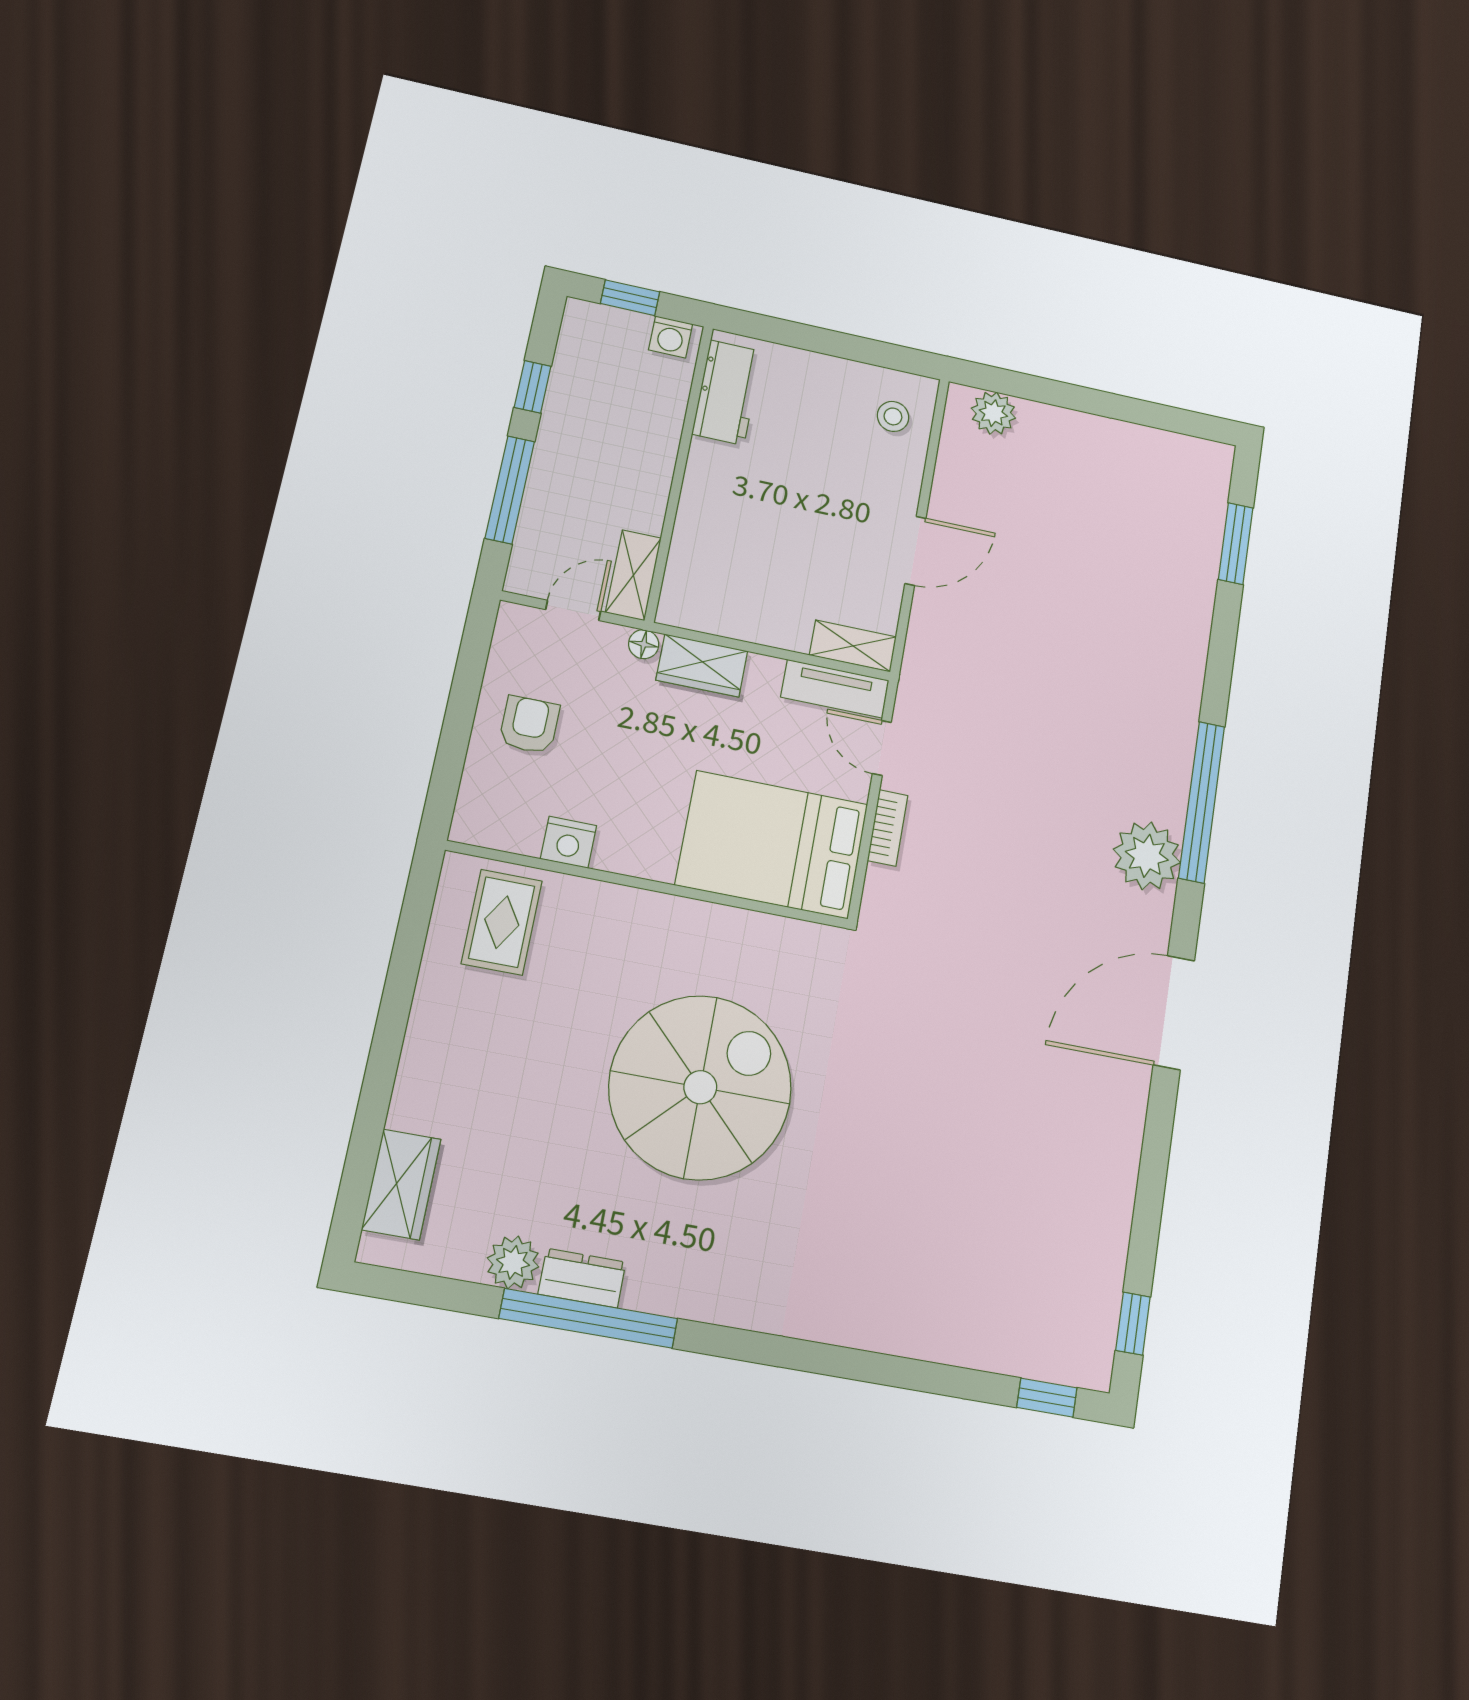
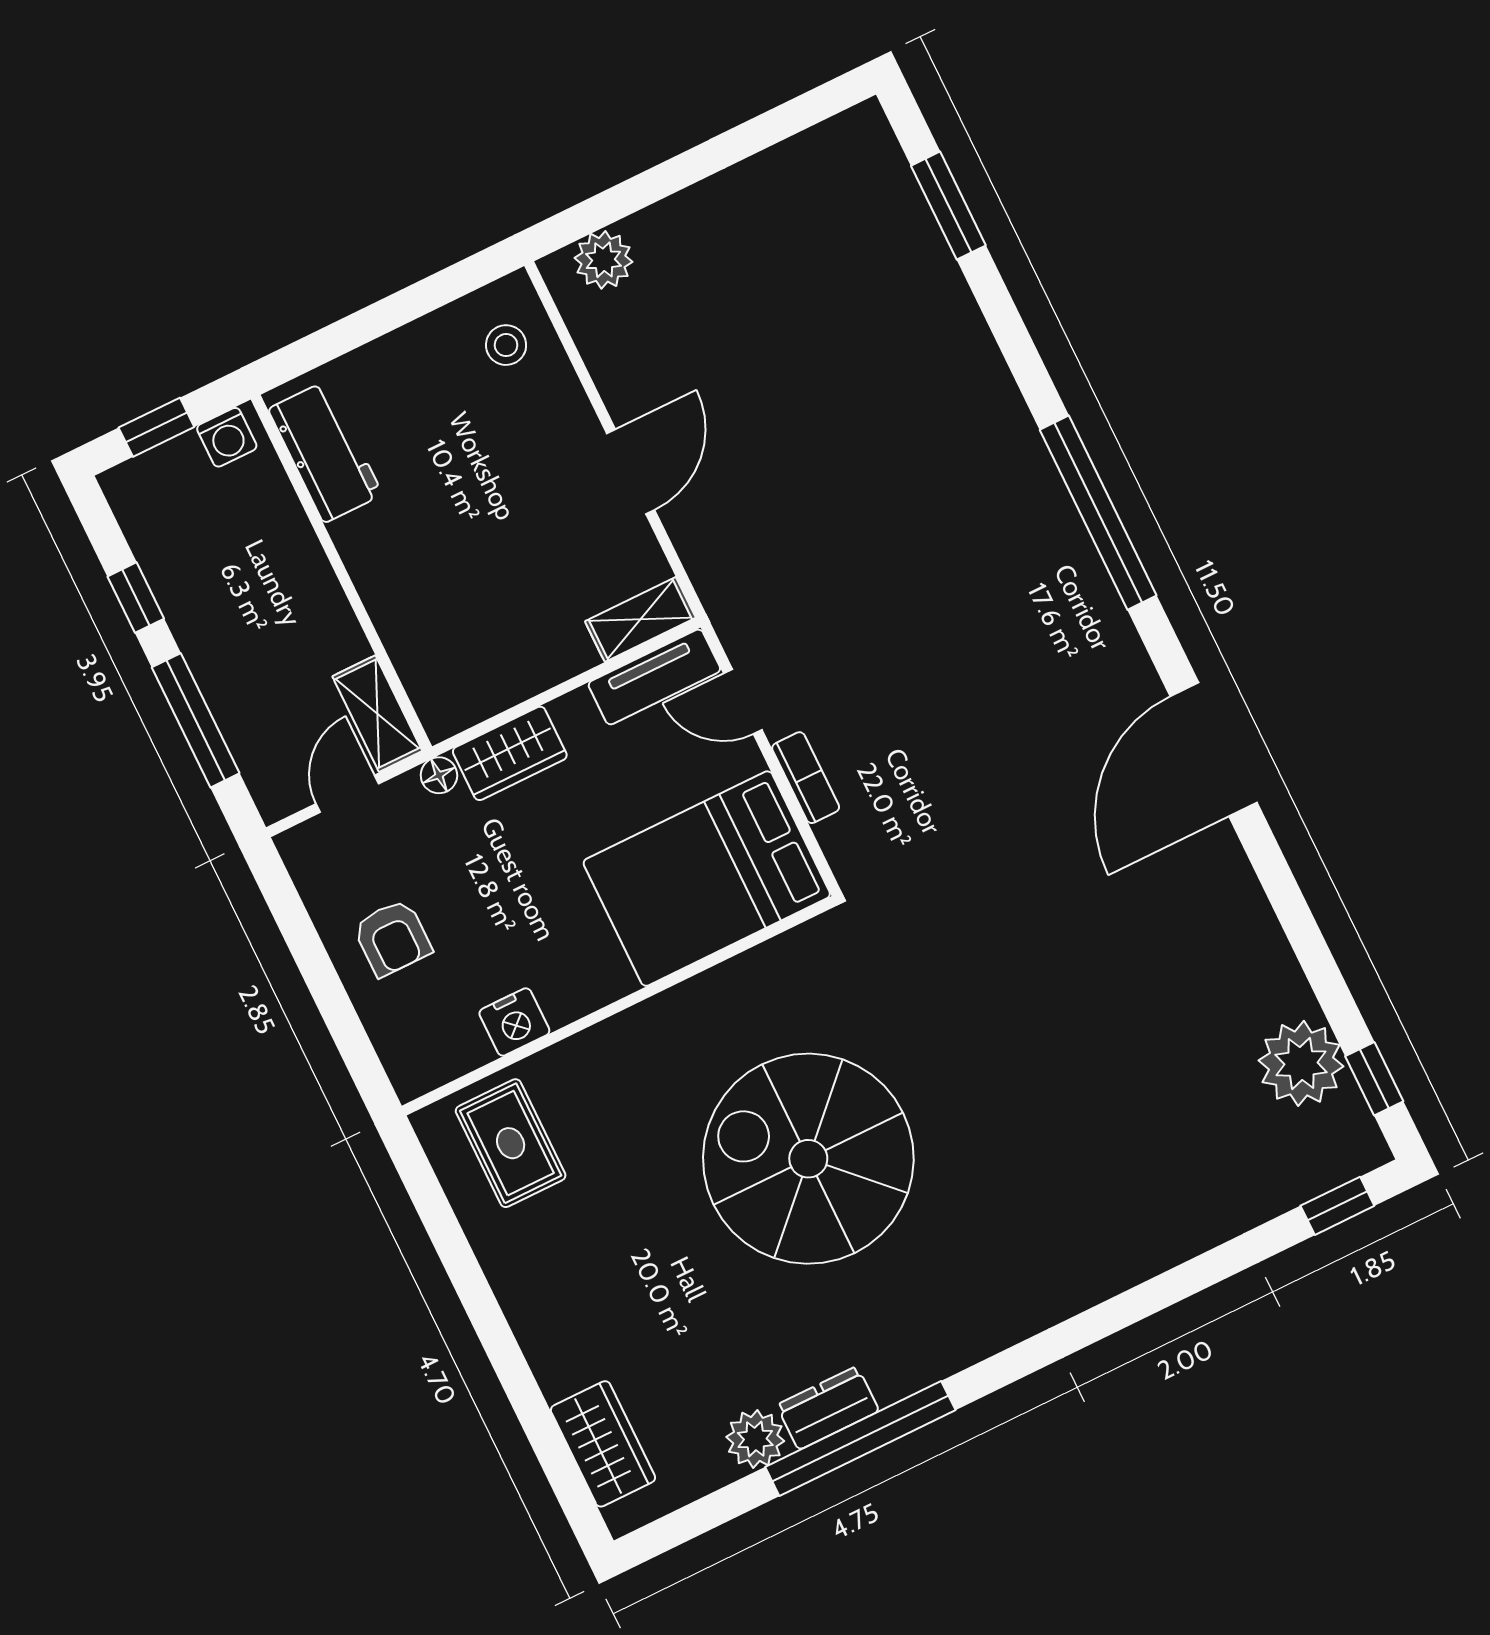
armchair: (529, 725) -> (392, 938), turned 180
plant: (1147, 856) -> (1301, 1063), moved
spiral stairs: (700, 1087) -> (808, 1159), turned -90

